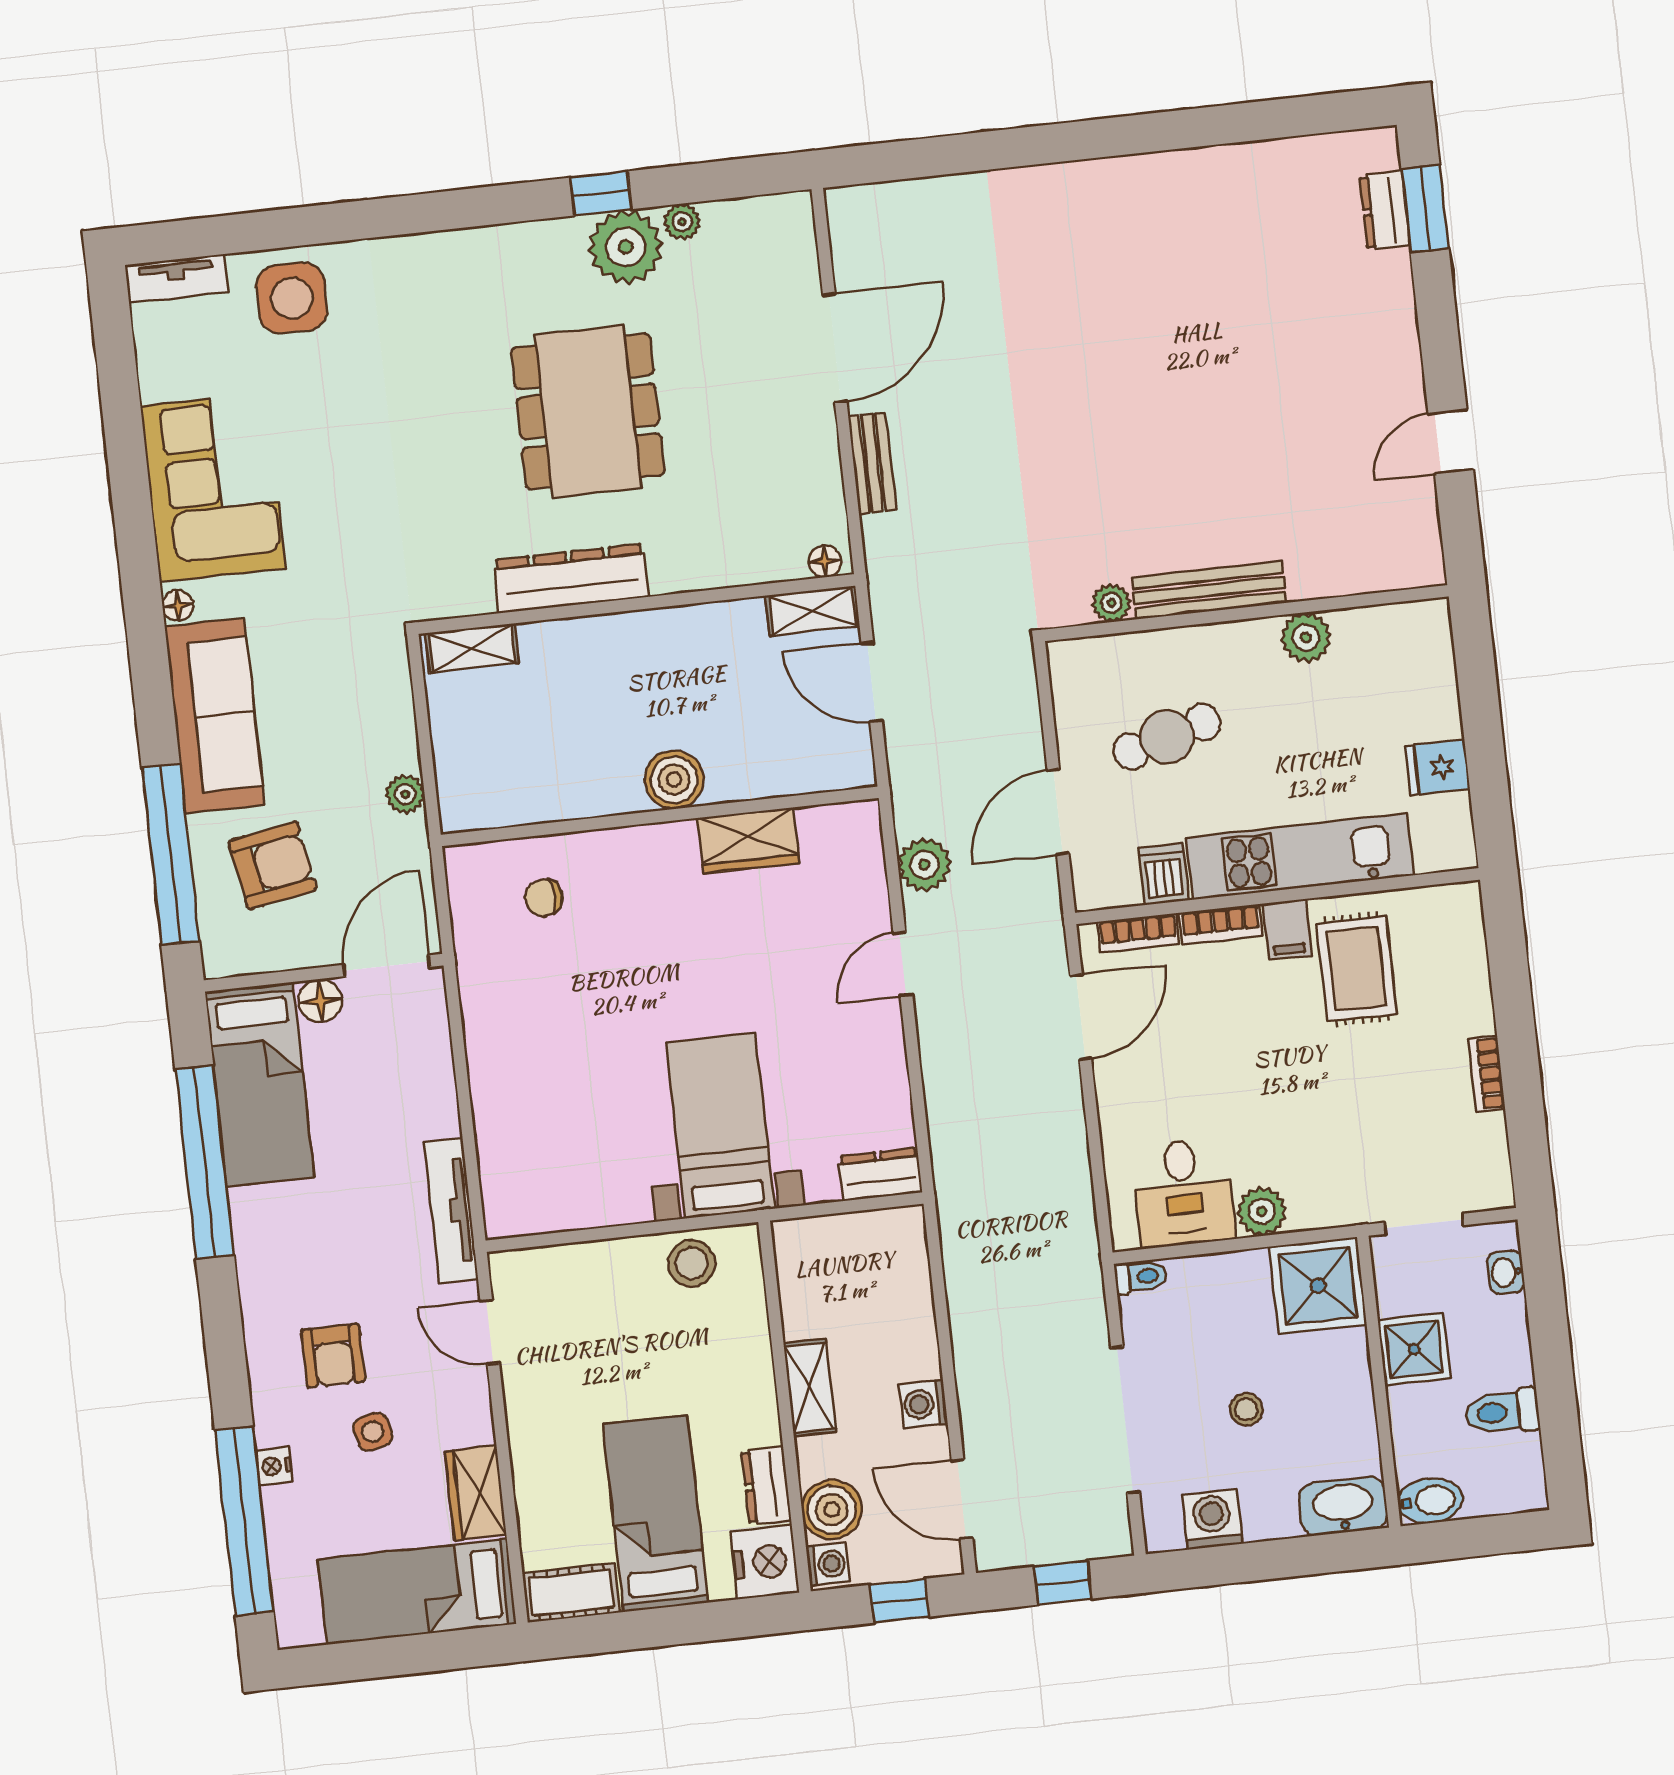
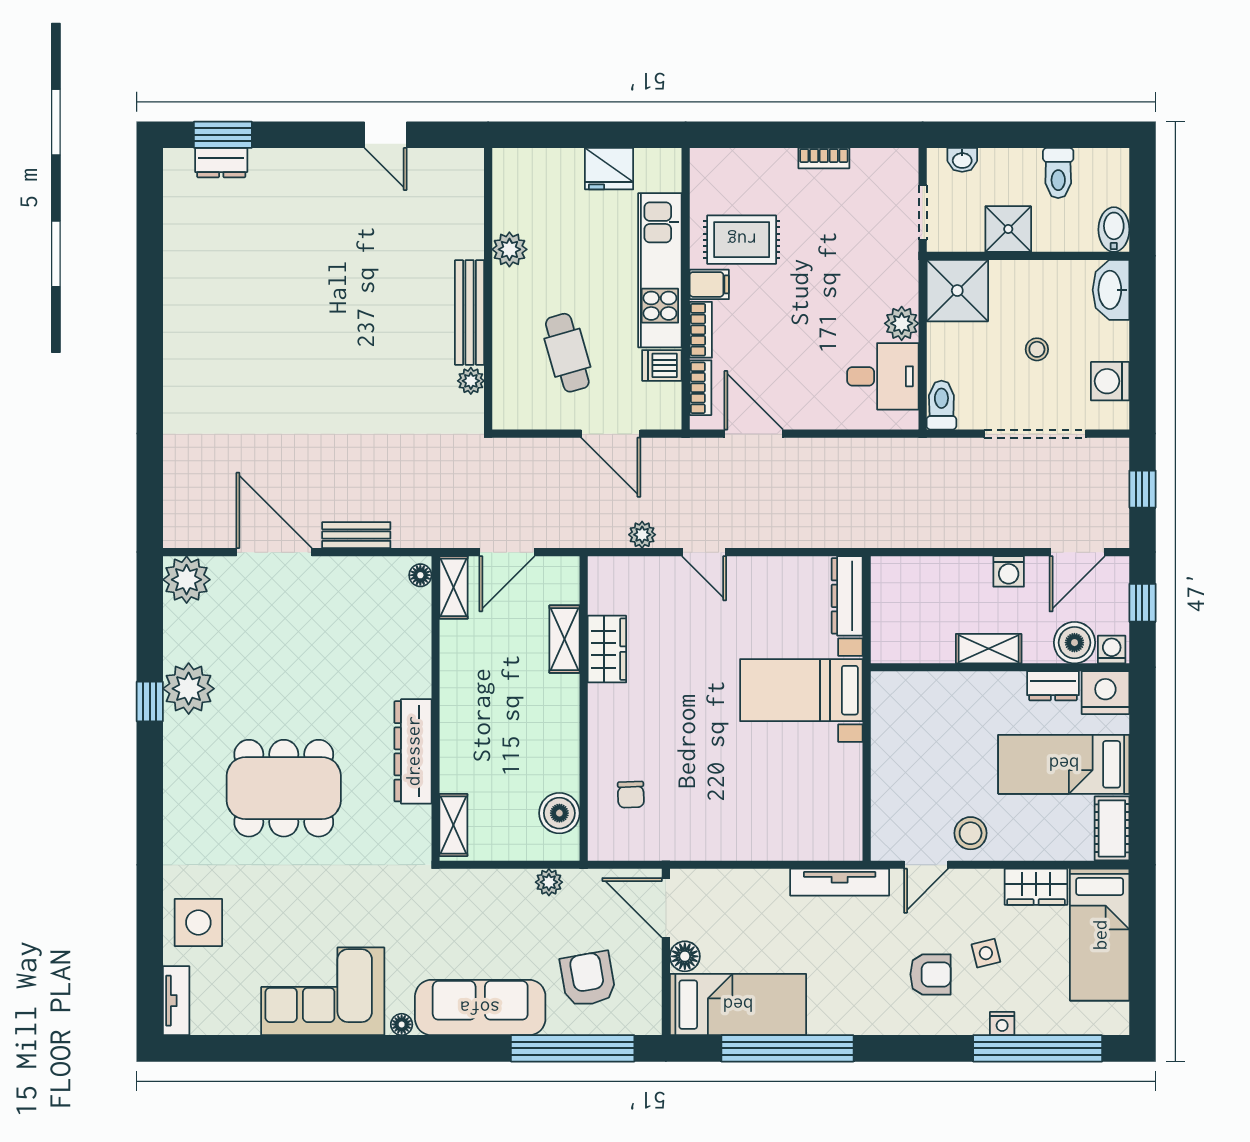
plant: (682, 222) -> (187, 580), moved, width x1.88, depth x1.88
dining table: (588, 411) -> (284, 788), moved
fridge: (1437, 767) -> (609, 169), width x1.38
shelving: (756, 778) -> (564, 639), added
boiler: (674, 780) -> (559, 813), moved
plant: (924, 865) -> (642, 535), width x0.73, depth x0.73
dresser: (880, 1174) -> (847, 596), width x1.44
stool: (692, 1263) -> (971, 833), moved
toilet: (1141, 1277) -> (941, 405), width x1.37, depth x1.39

